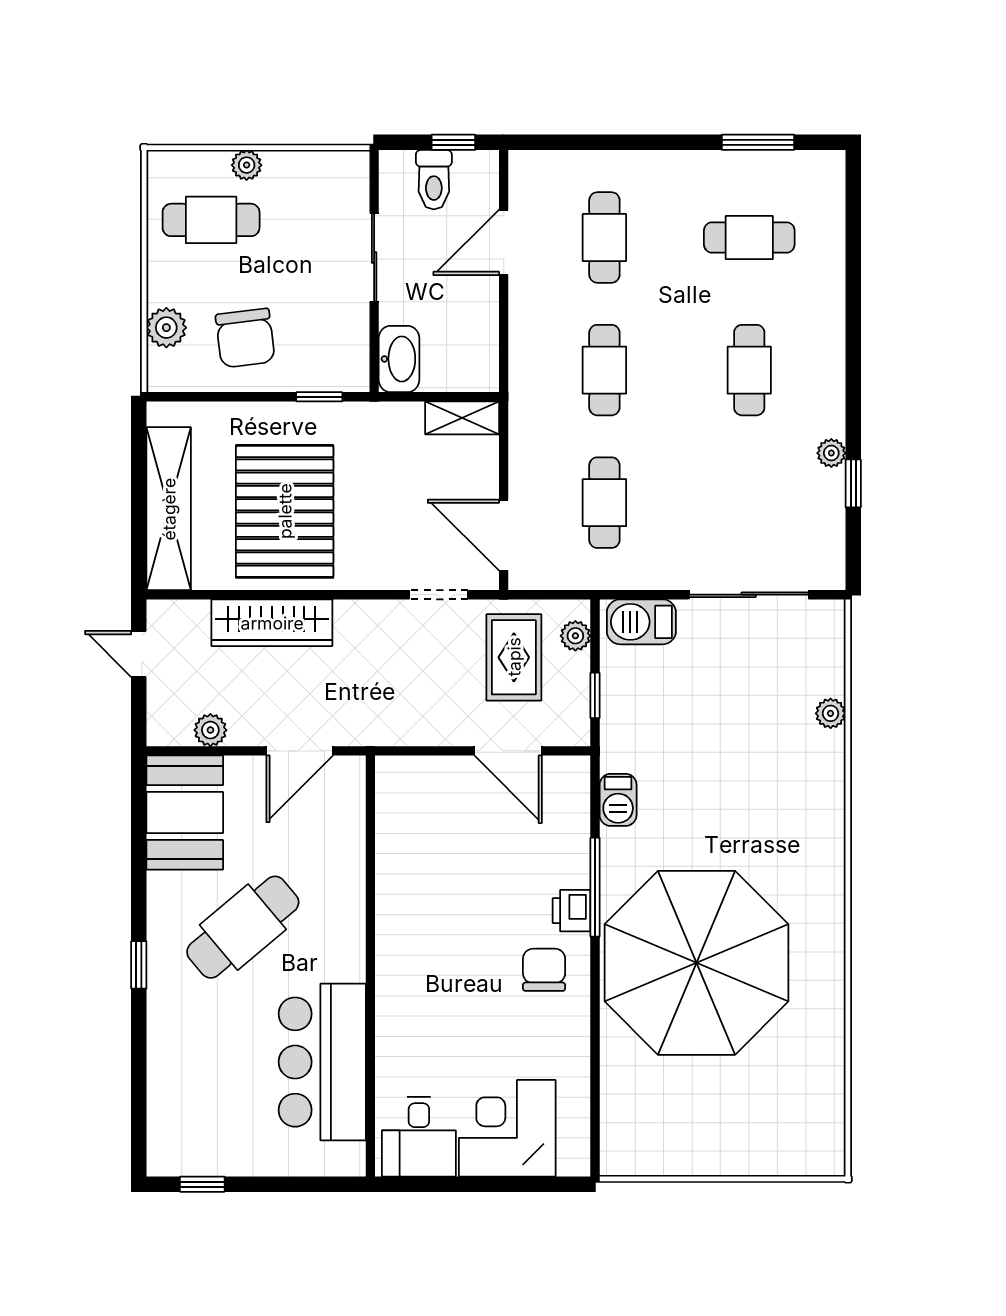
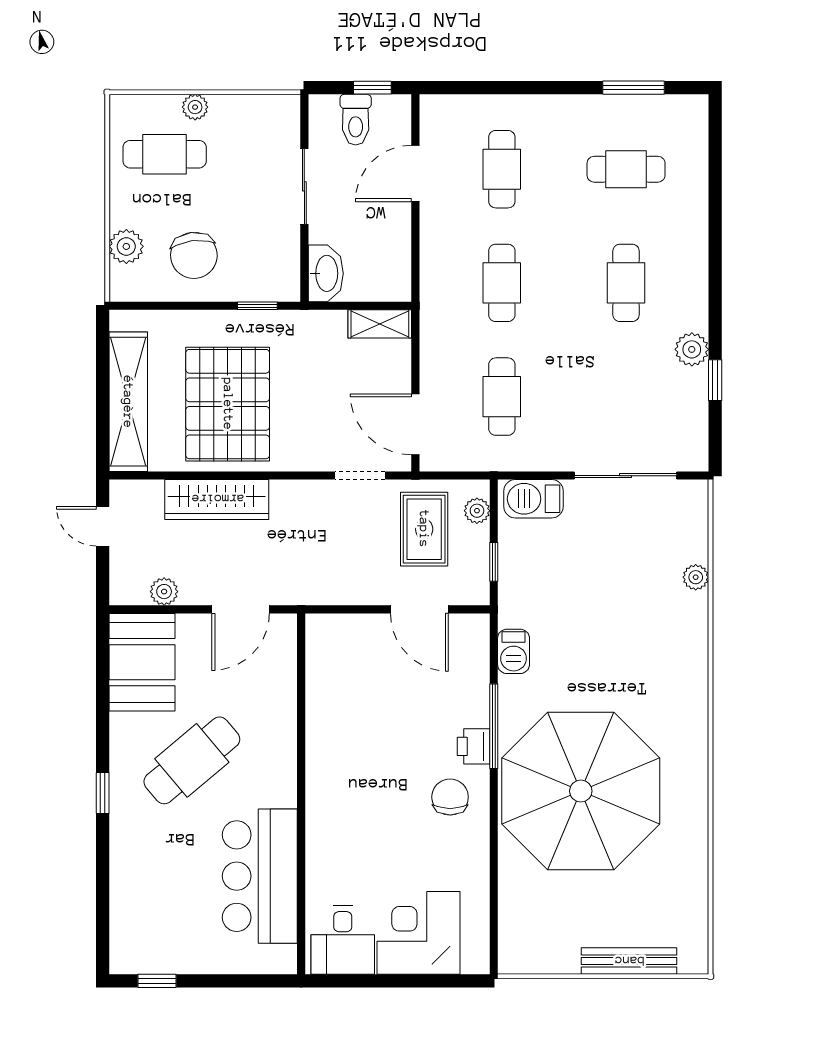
plant: (831, 453) -> (692, 349), width x1.38, depth x1.38
bench: (753, 1161) -> (629, 961), added

